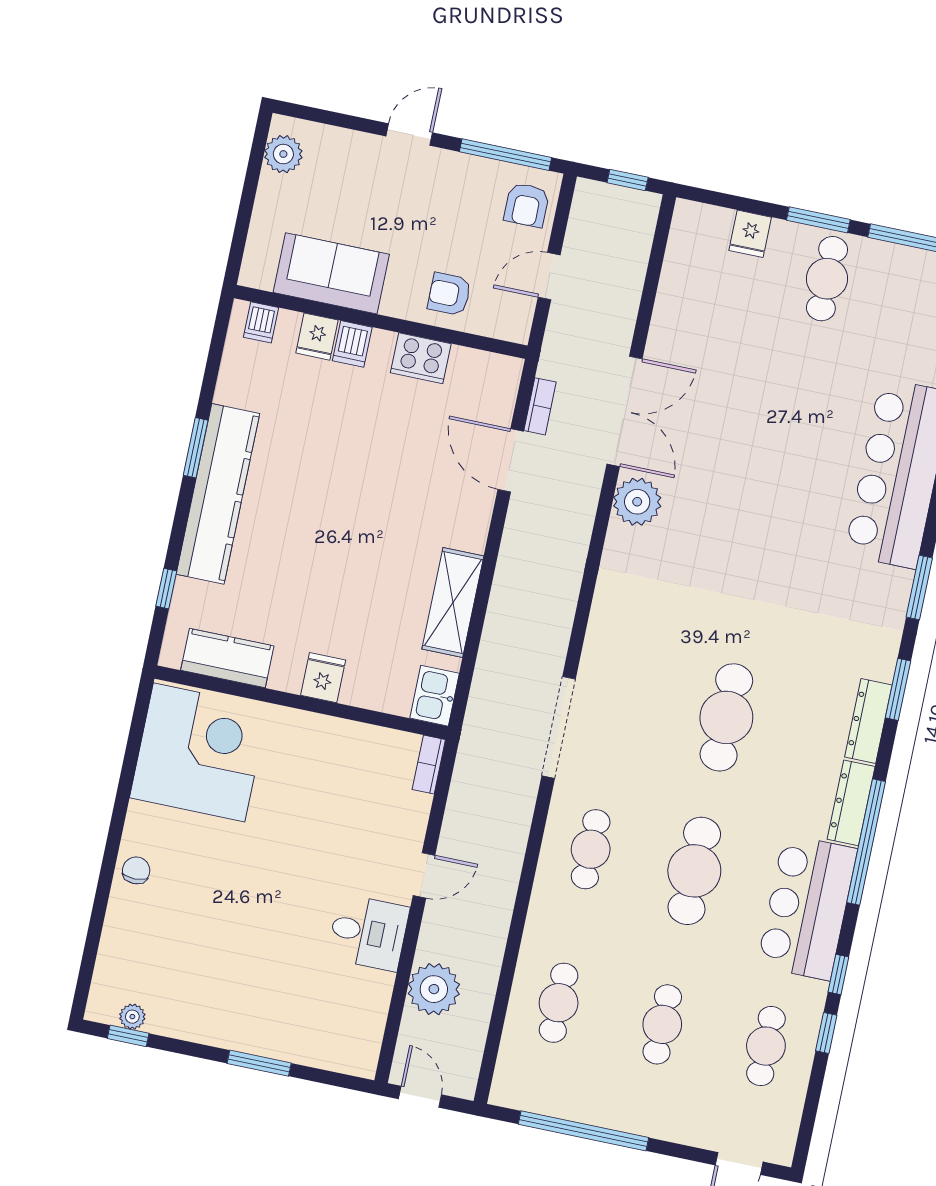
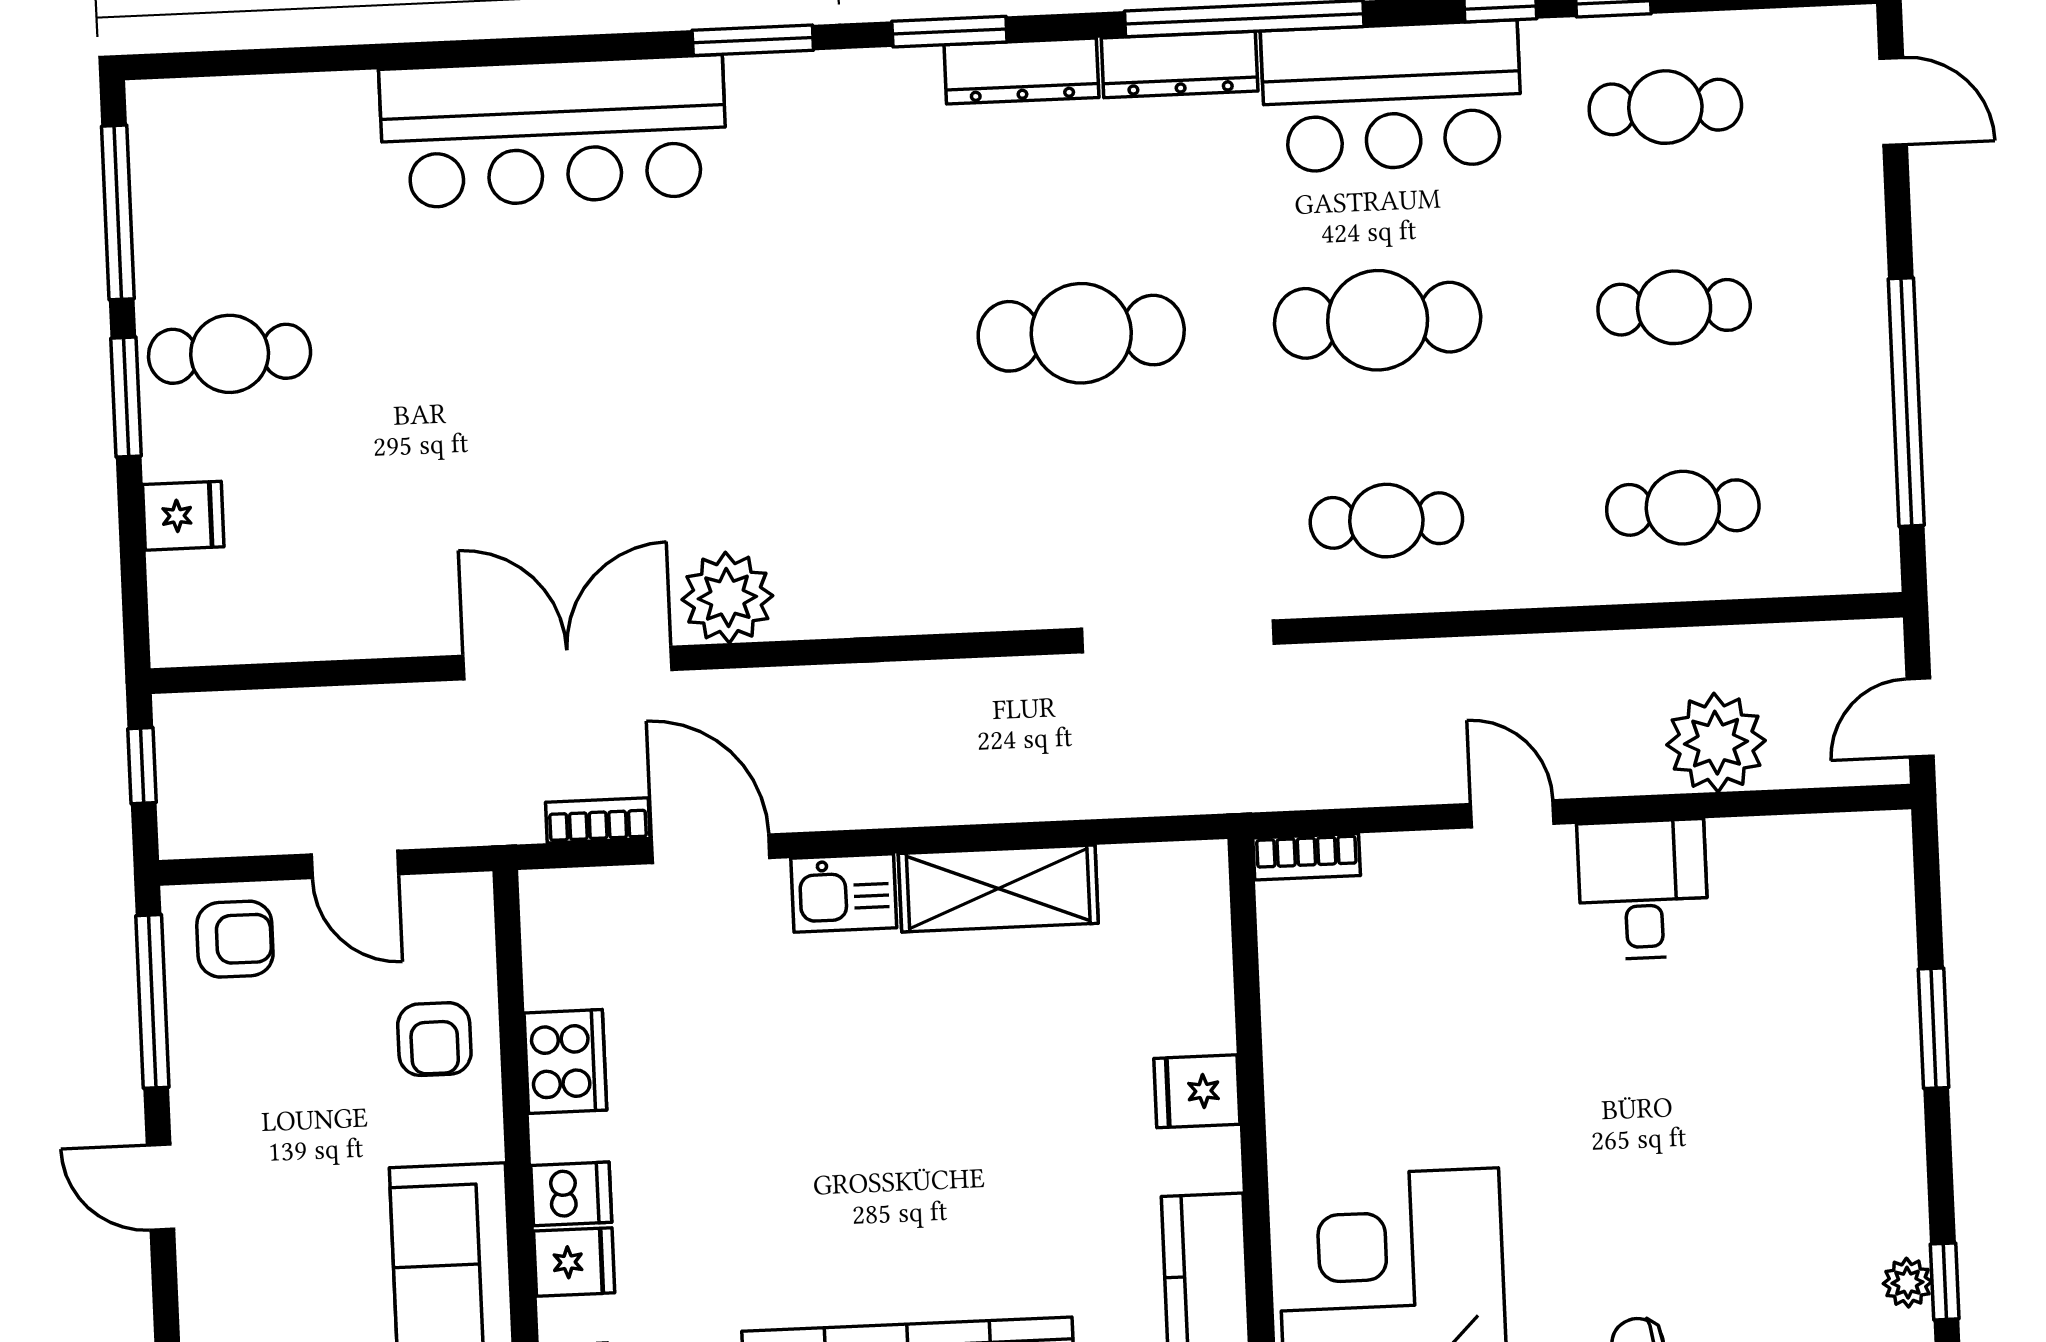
door: (511, 460) -> (711, 849), swing flipped
kitchen sink: (435, 696) -> (844, 893), moved

